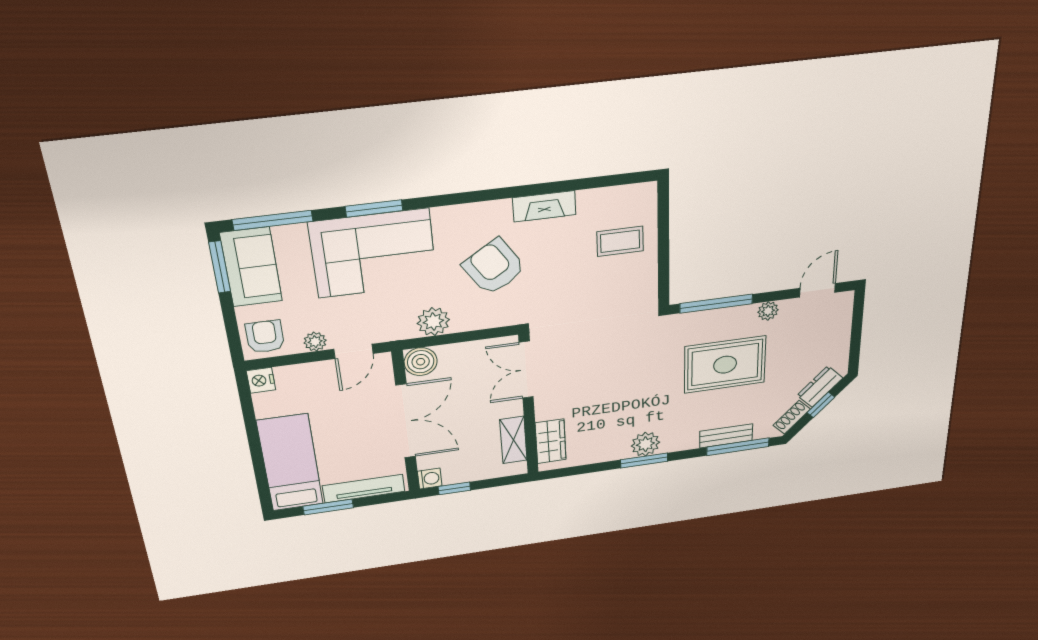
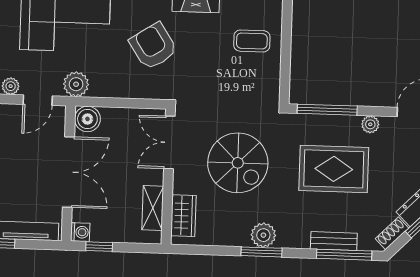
plant: (433, 322) -> (76, 84), moved
spiral stairs: (611, 377) -> (238, 163), added

